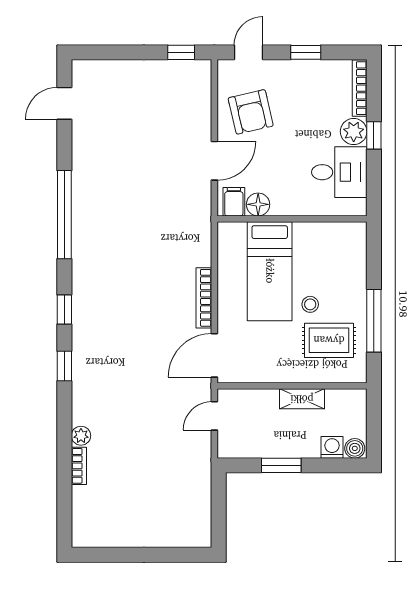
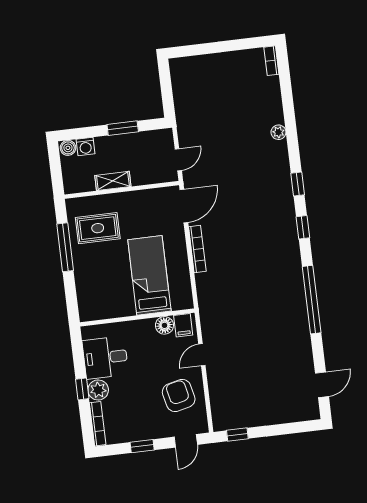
door: (214, 161) -> (202, 355), width x0.73
stool: (310, 304) -> (115, 254), removed
bookcase: (79, 466) -> (271, 61), moved

